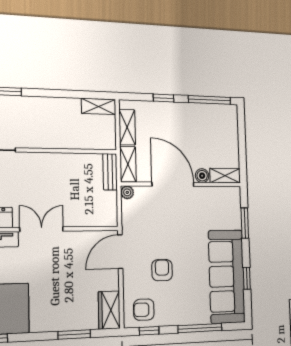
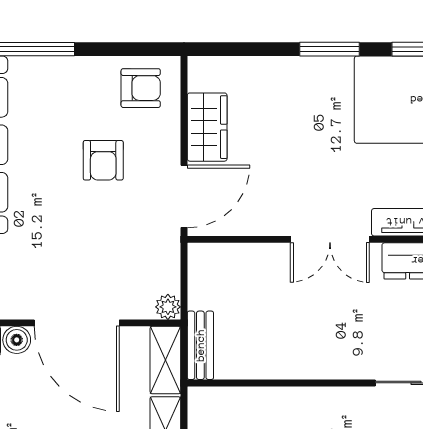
wardrobe: (109, 310) -> (207, 127), moved
window: (149, 331) -> (131, 49), removed
window: (74, 334) -> (329, 49), moved

